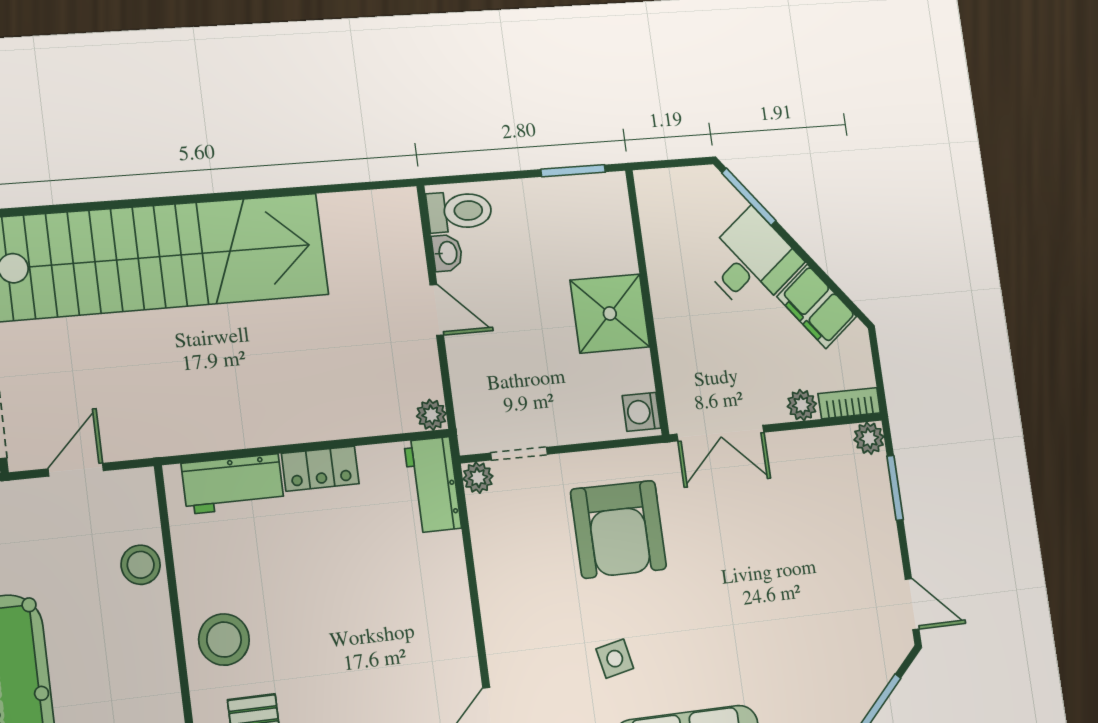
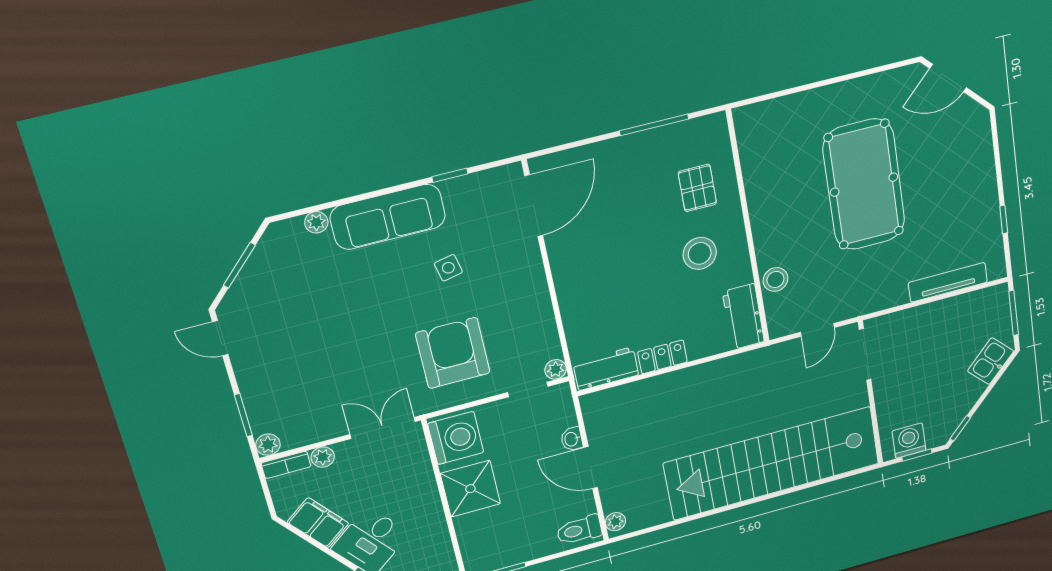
washbasin: (447, 253) -> (572, 439), moved
door: (437, 310) -> (591, 468), width x1.38
washing machine: (642, 412) -> (456, 438), width x1.89, depth x1.89
plant: (431, 415) -> (615, 522), moved
workbench: (233, 484) -> (743, 317), moved, turned -90
workbench: (433, 485) -> (606, 369), moved, turned -90
stool: (224, 640) -> (700, 253), moved

